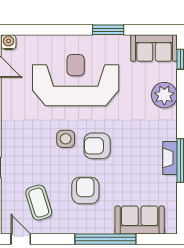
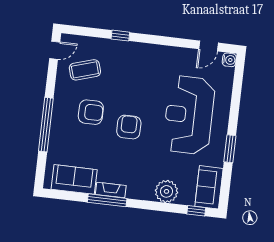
reception desk: (76, 80) -> (189, 115), turned 180
side table: (66, 139) -> (138, 100), removed
sofa: (140, 220) -> (74, 179), moved, turned -90

